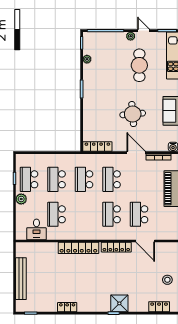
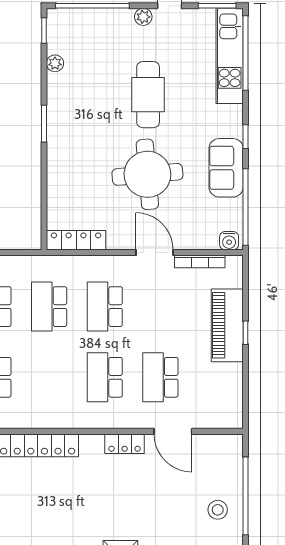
cafe table: (139, 65) -> (148, 95), moved
round table: (133, 114) -> (147, 174), width x1.36, depth x1.36
locker: (116, 247) -> (125, 444), width x0.66

